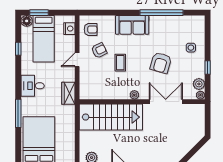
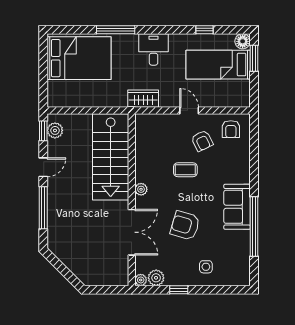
sofa: (132, 25) -> (237, 207), moved
nightstand: (69, 29) -> (232, 100), removed

